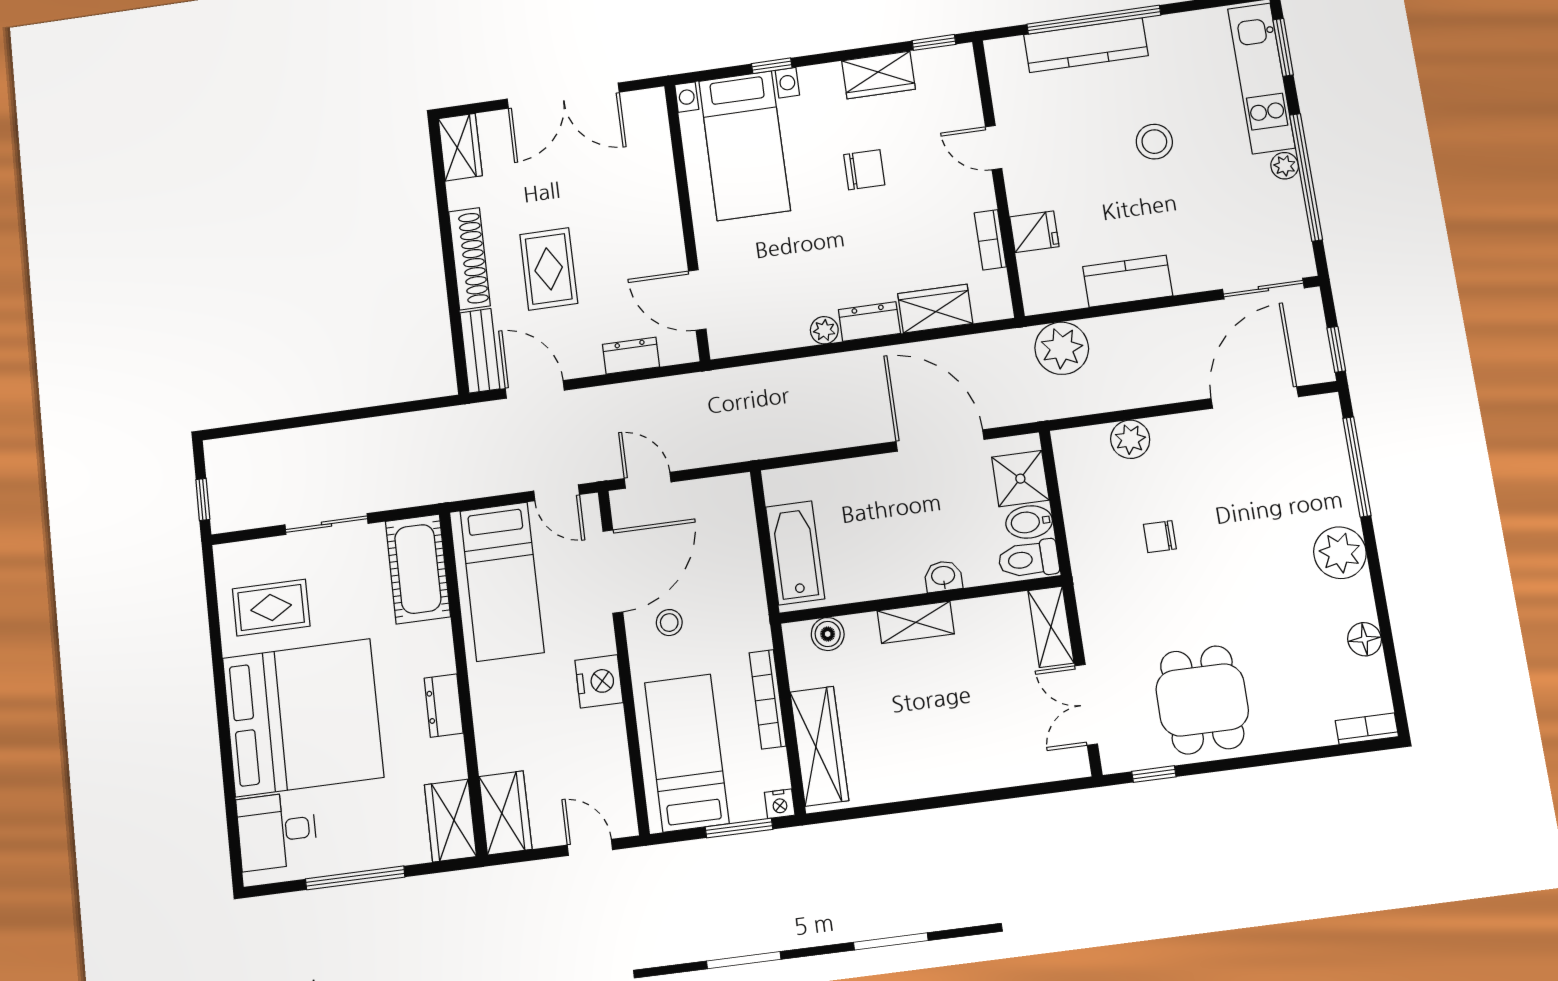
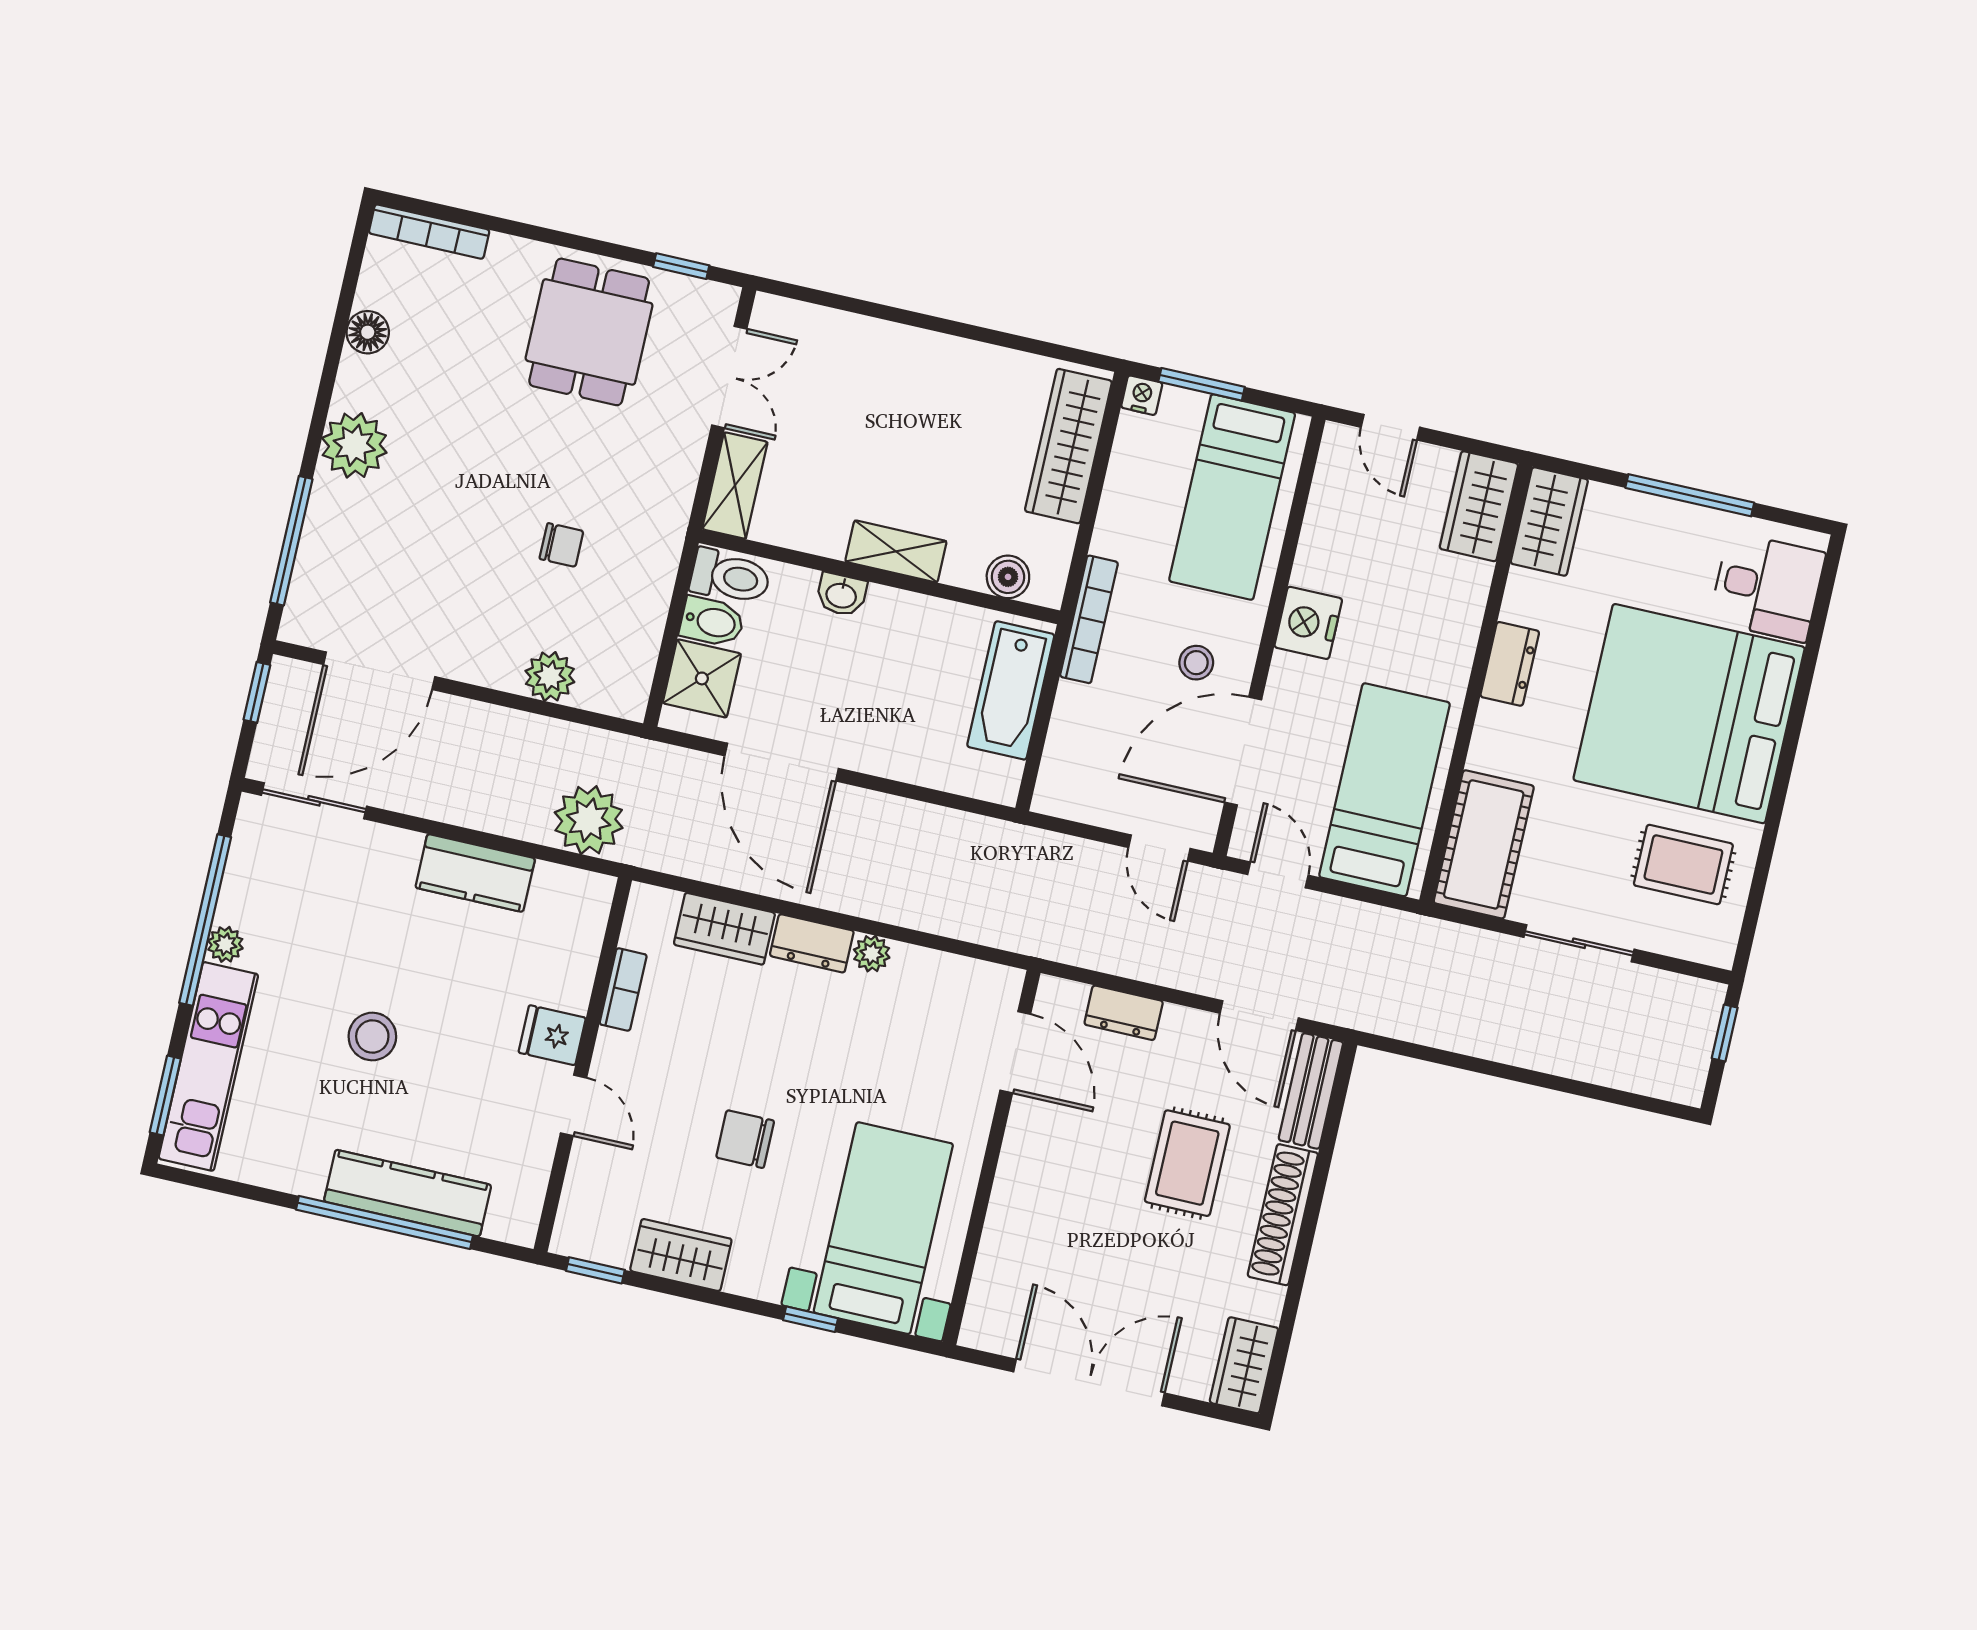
fridge: (1034, 232) -> (552, 1035), moved
bookcase: (767, 699) -> (1089, 619), moved
bookcase: (1367, 729) -> (429, 232), width x1.56

